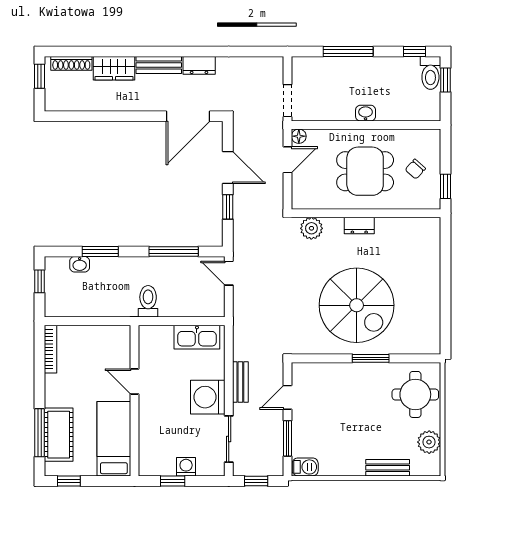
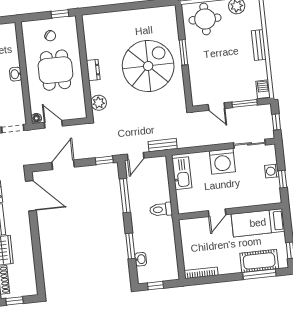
window: (228, 207) -> (104, 160), moved
bench: (240, 382) -> (163, 145), moved
bench: (388, 468) -> (259, 45), moved

